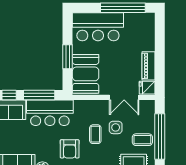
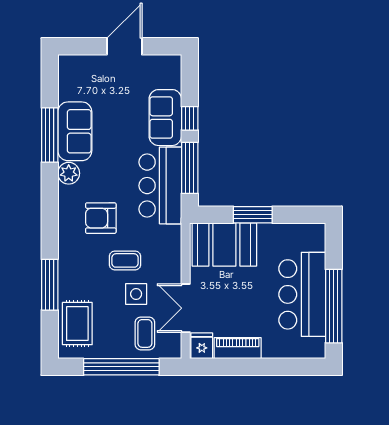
bar counter: (98, 27) -> (302, 294), moved
coffee table: (142, 140) -> (145, 333), moved

